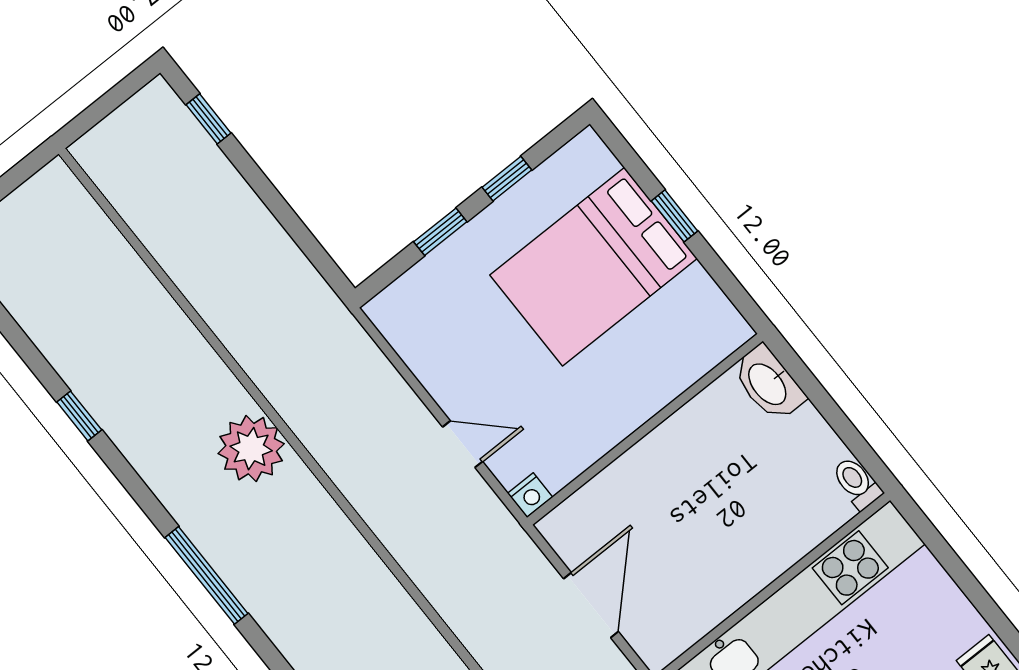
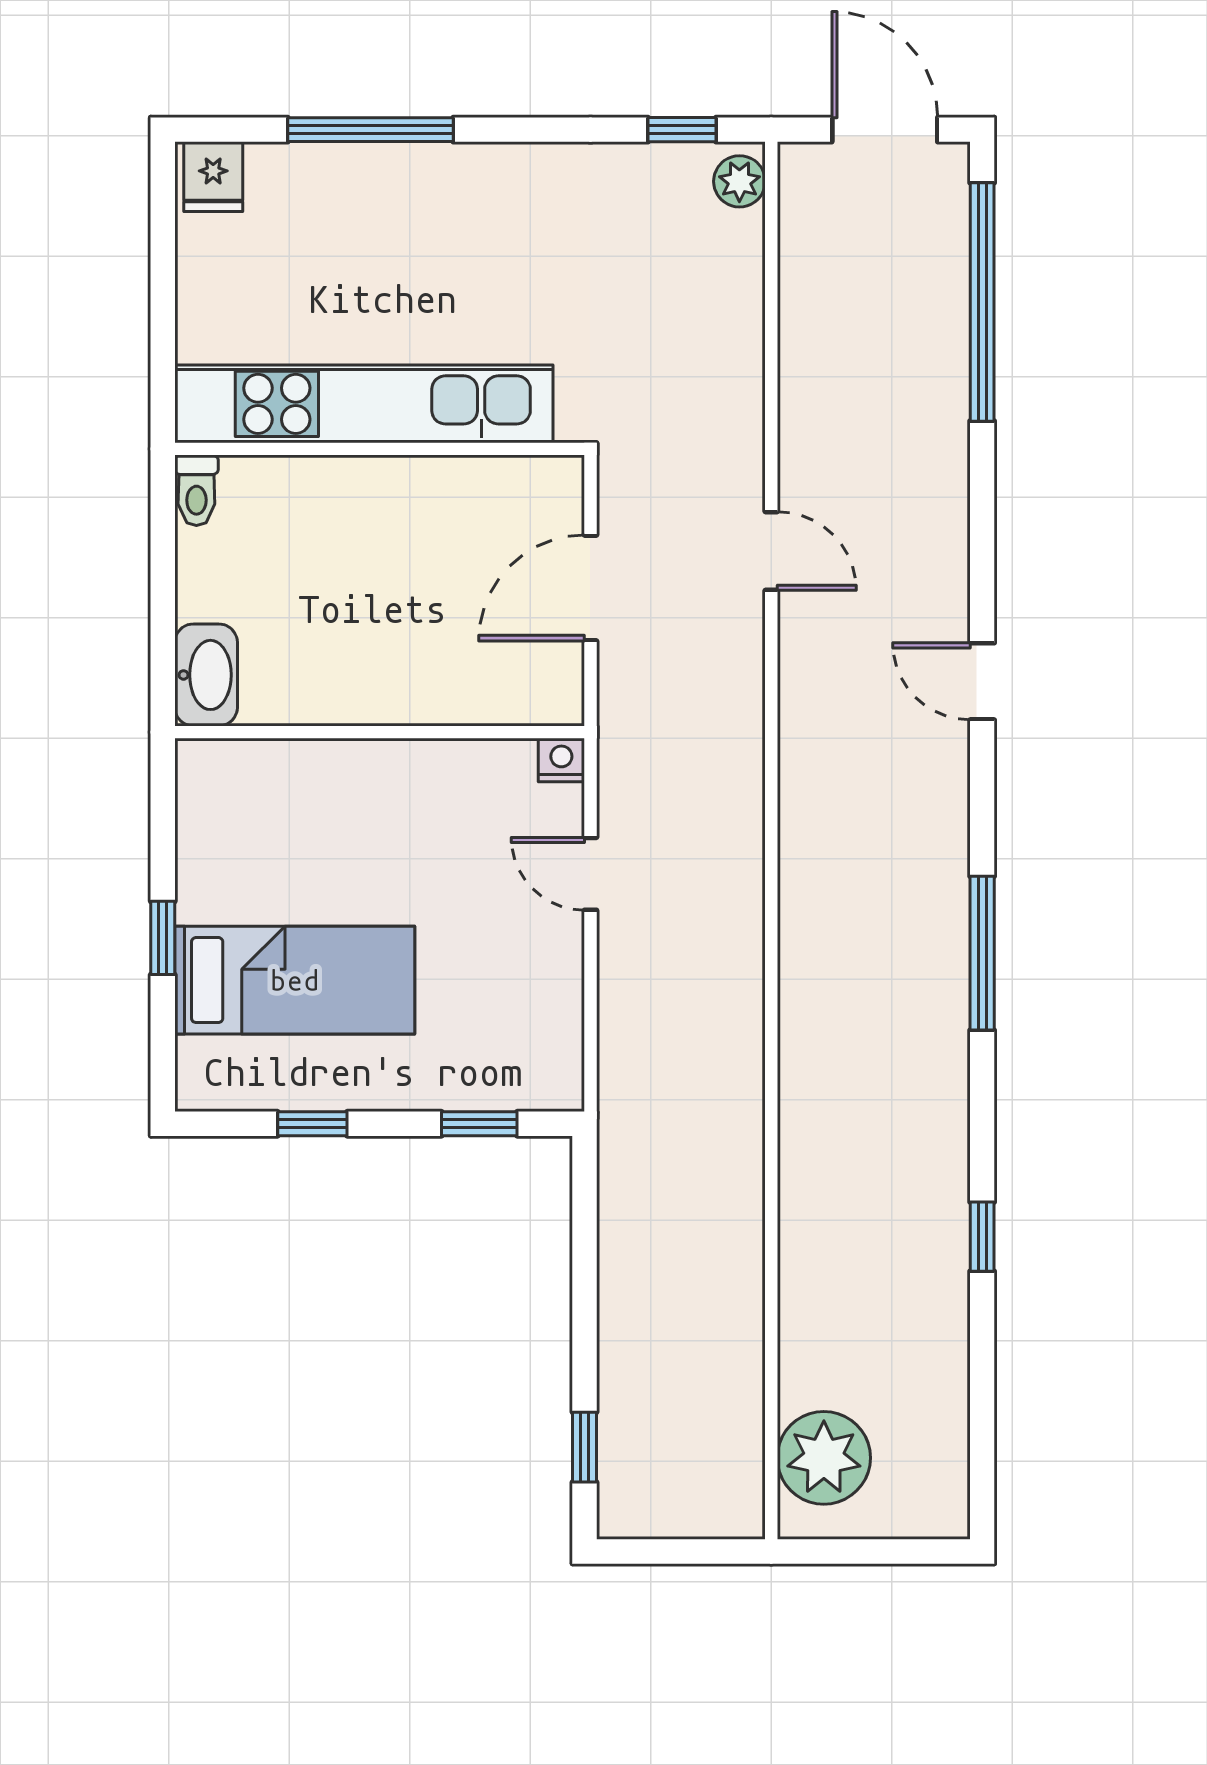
window: (440, 232) -> (479, 1124), moved
bed: (593, 267) -> (295, 980), width x0.67
plant: (251, 449) -> (824, 1458), moved

